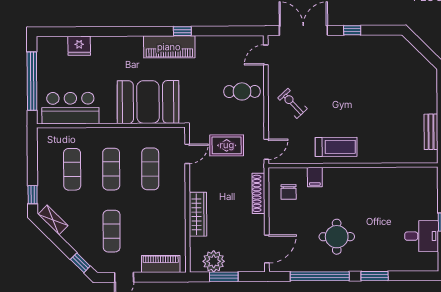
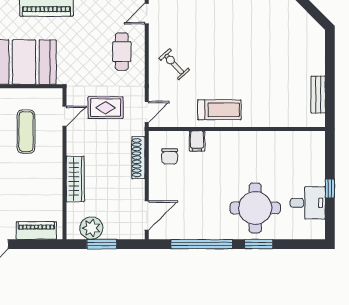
cafe table: (242, 91) -> (122, 52), turned 90
round table: (337, 237) -> (255, 208), moved, width x1.36, depth x1.36

